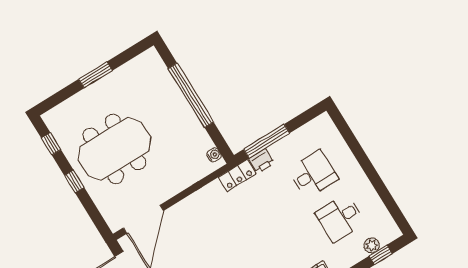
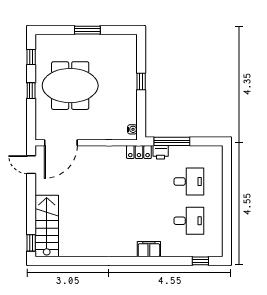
window: (191, 95) -> (141, 82), width x0.32
desk: (340, 218) -> (189, 221), turned 180
plant: (372, 245) -> (198, 251), removed

